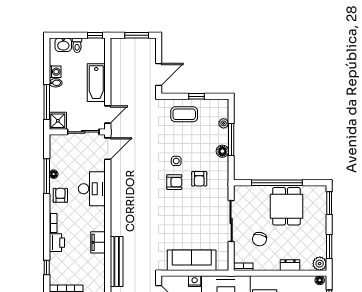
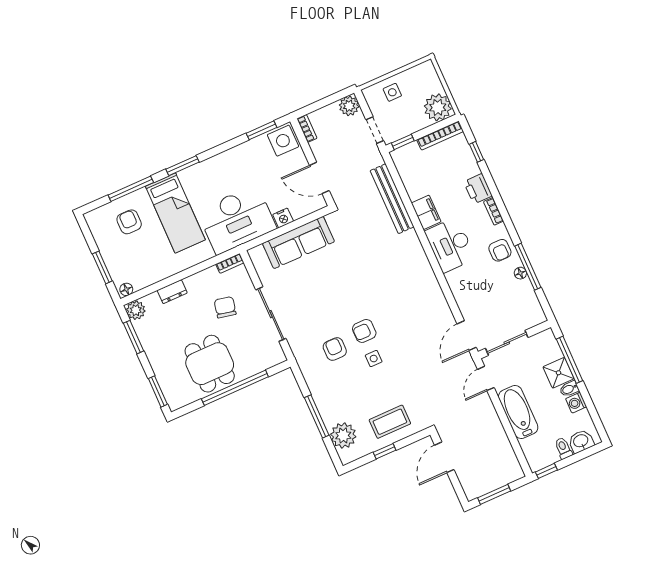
shower: (58, 121) -> (559, 373), moved
plant: (224, 123) -> (343, 435), width x1.88, depth x1.88
floor lamp: (222, 151) -> (321, 397), removed
desk: (92, 189) -> (450, 245), moved

